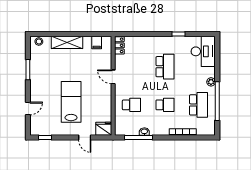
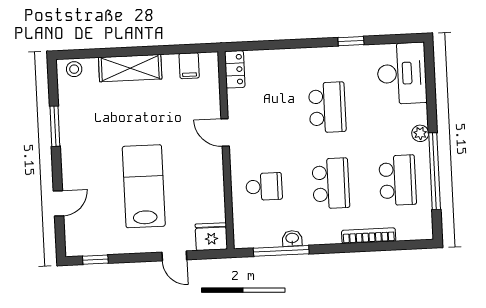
school desk: (165, 105) -> (331, 183), width x1.85

